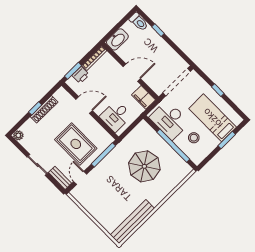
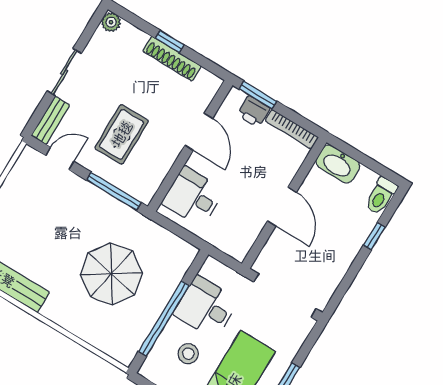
filing cabinet: (143, 97) -> (241, 240), removed
desk: (170, 120) -> (206, 307), width x0.73
rug: (76, 144) -> (122, 134), width x0.73, depth x0.70

